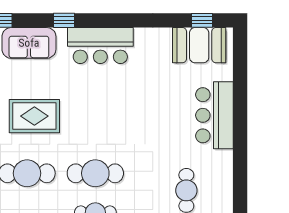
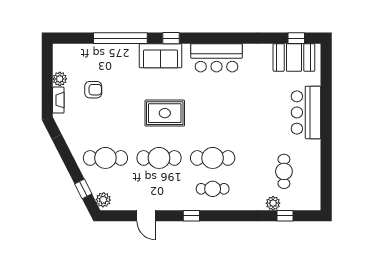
window: (64, 20) -> (171, 38), moved

